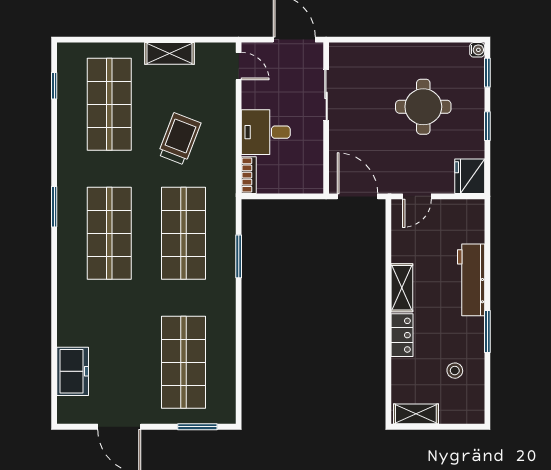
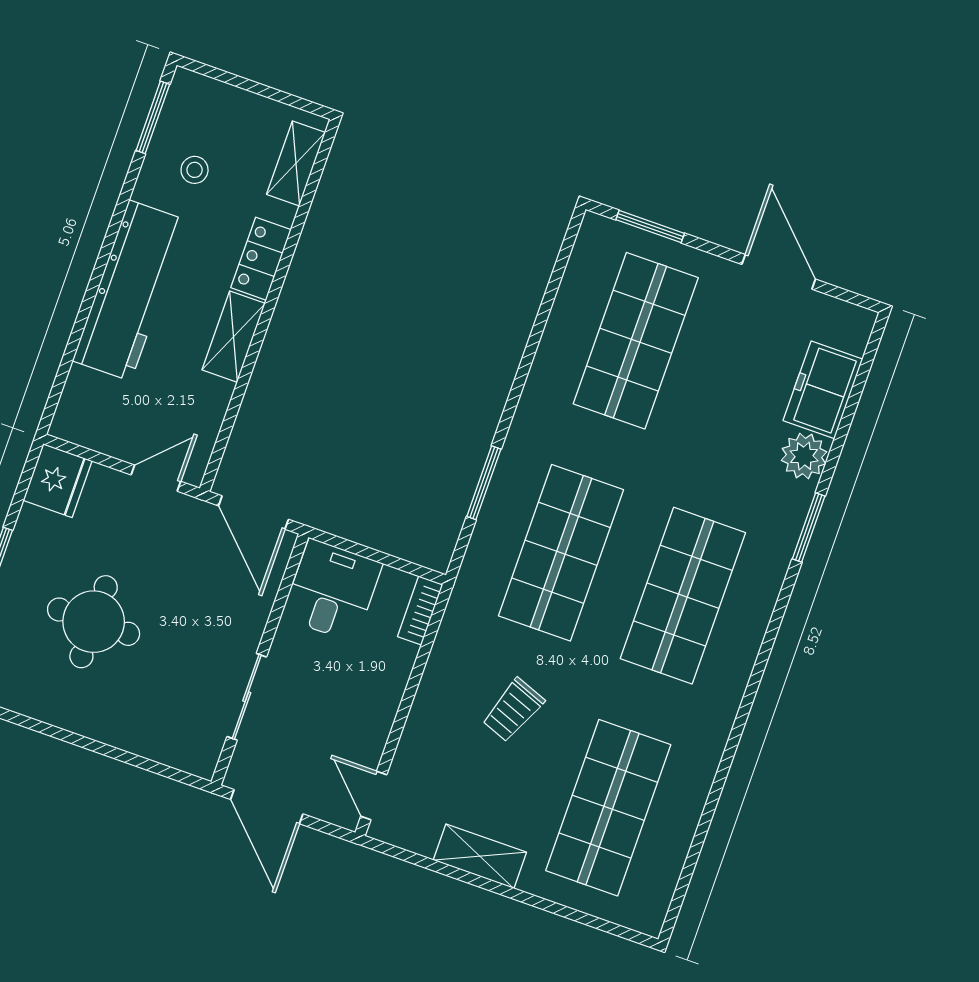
window: (54, 86) -> (688, 870), removed
desk: (266, 132) -> (332, 590), moved, turned -90
trolley: (179, 139) -> (513, 710), width x0.73, depth x0.72
window: (54, 207) -> (809, 528), moved
workbench: (471, 280) -> (130, 291), width x1.36, depth x1.32
window: (487, 331) -> (153, 117), moved
plant: (70, 332) -> (804, 456), added
shelving: (416, 414) -> (296, 163), moved, turned 90

